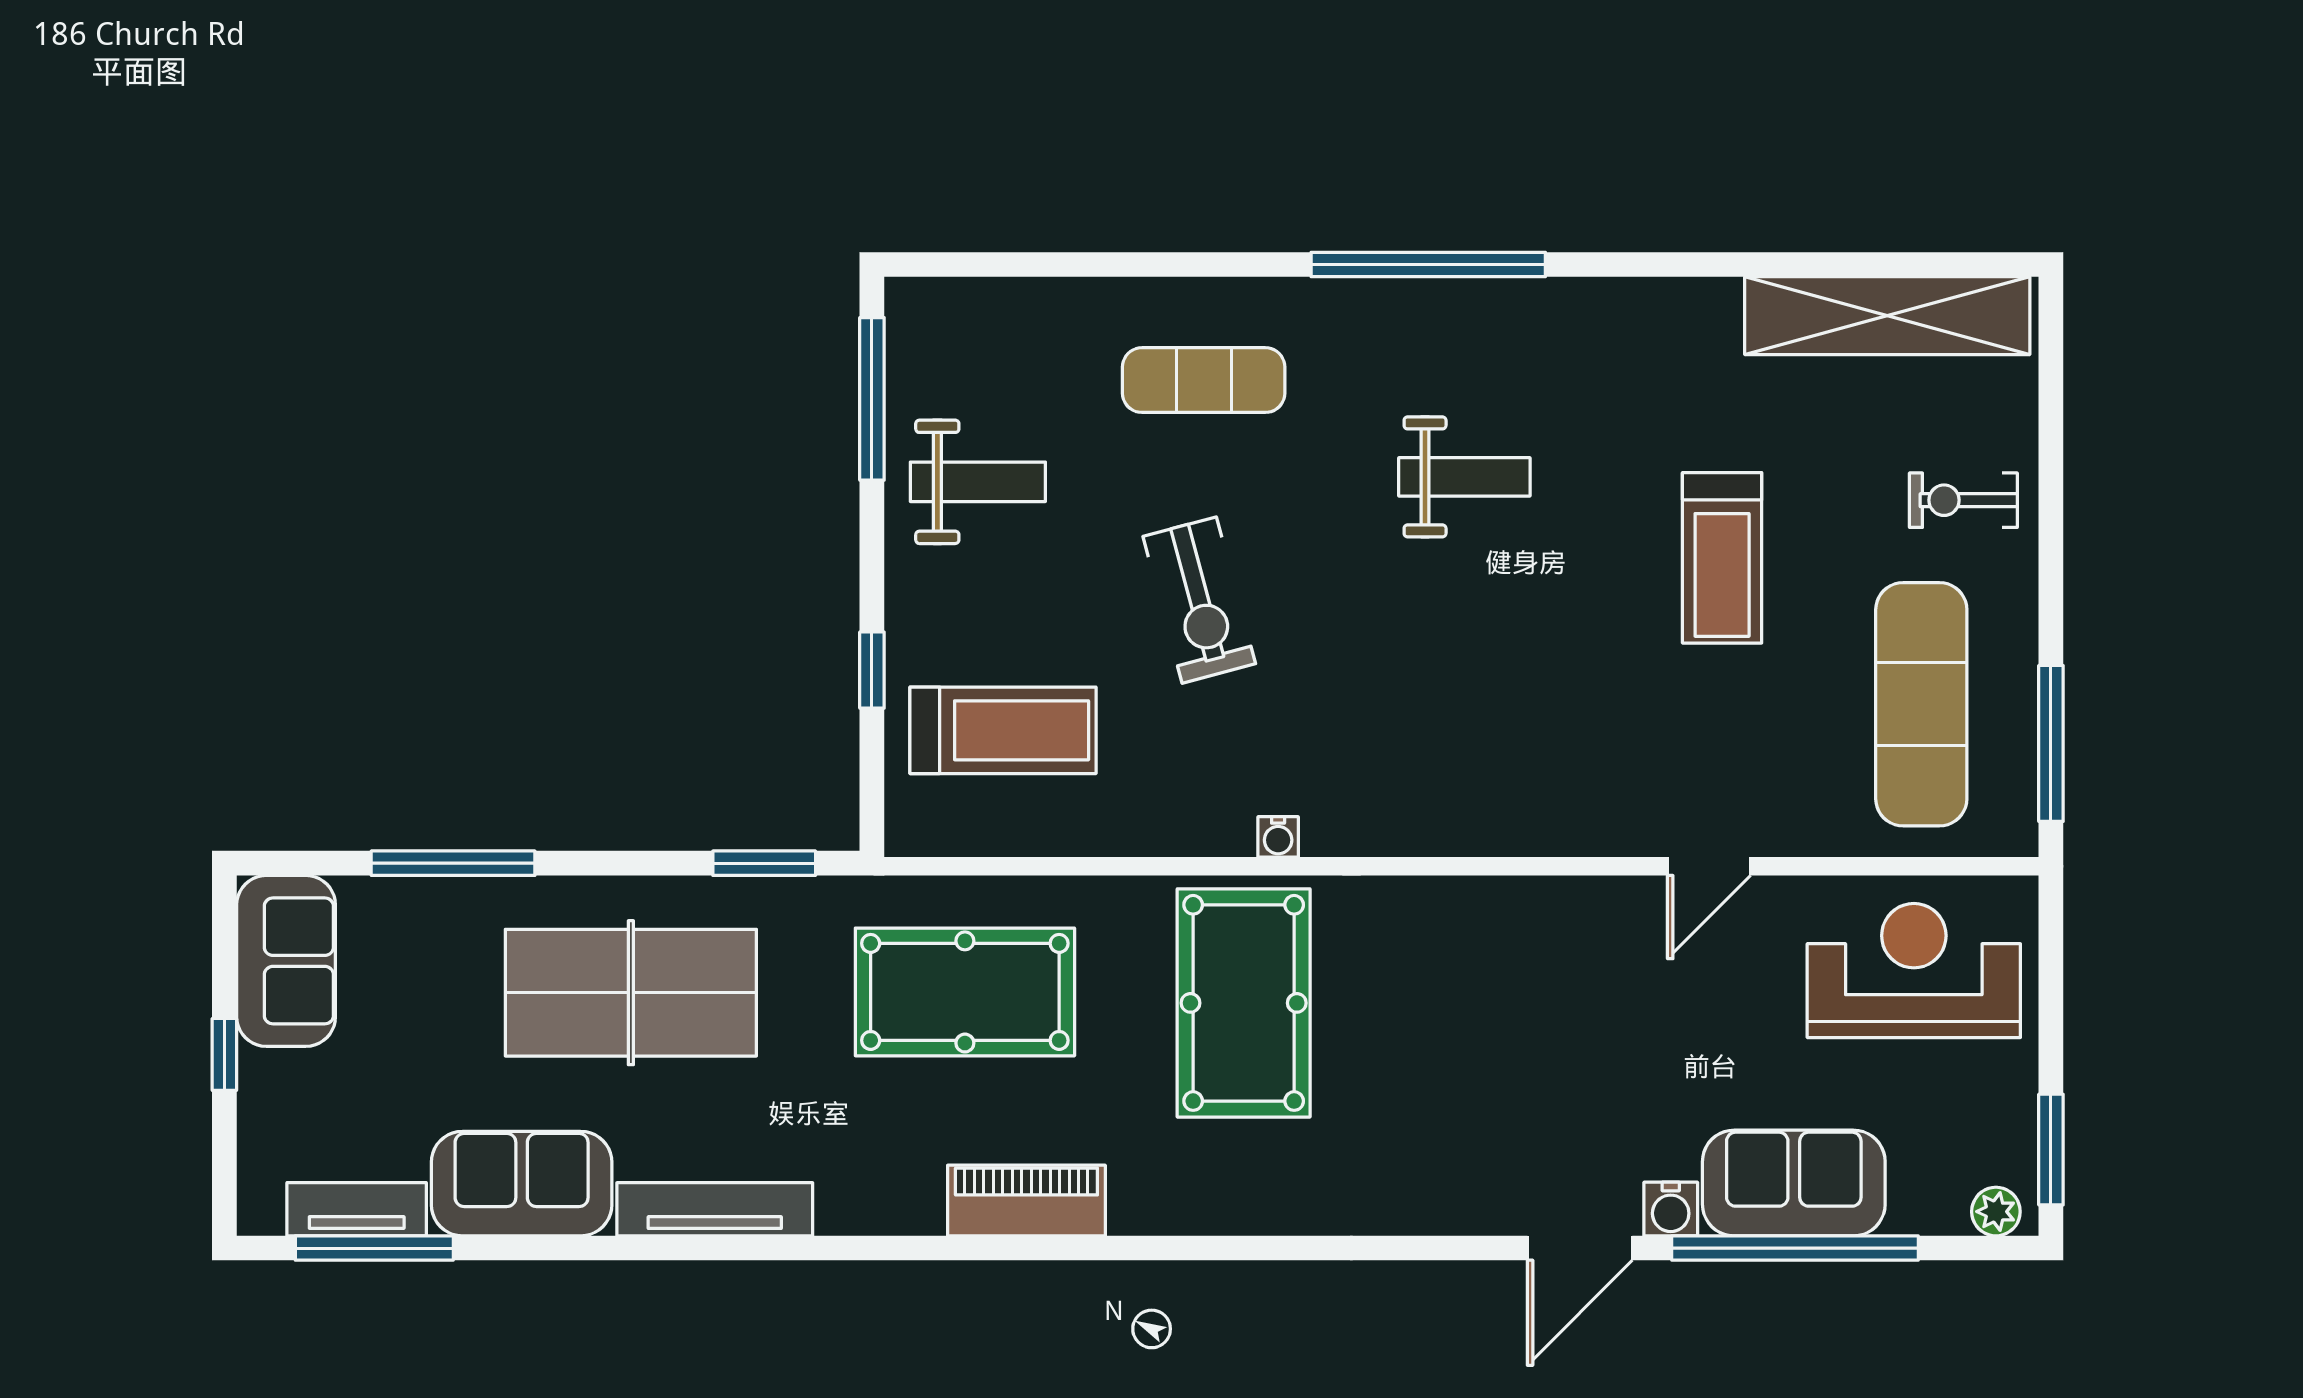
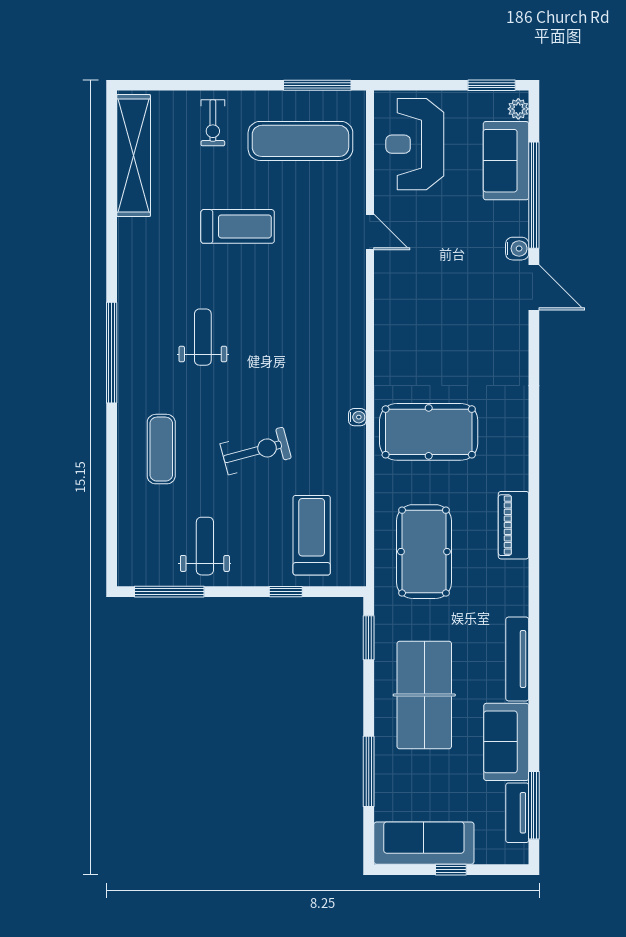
sofa: (286, 961) -> (424, 843), width x1.36
sofa: (1794, 1183) -> (506, 161), moved

